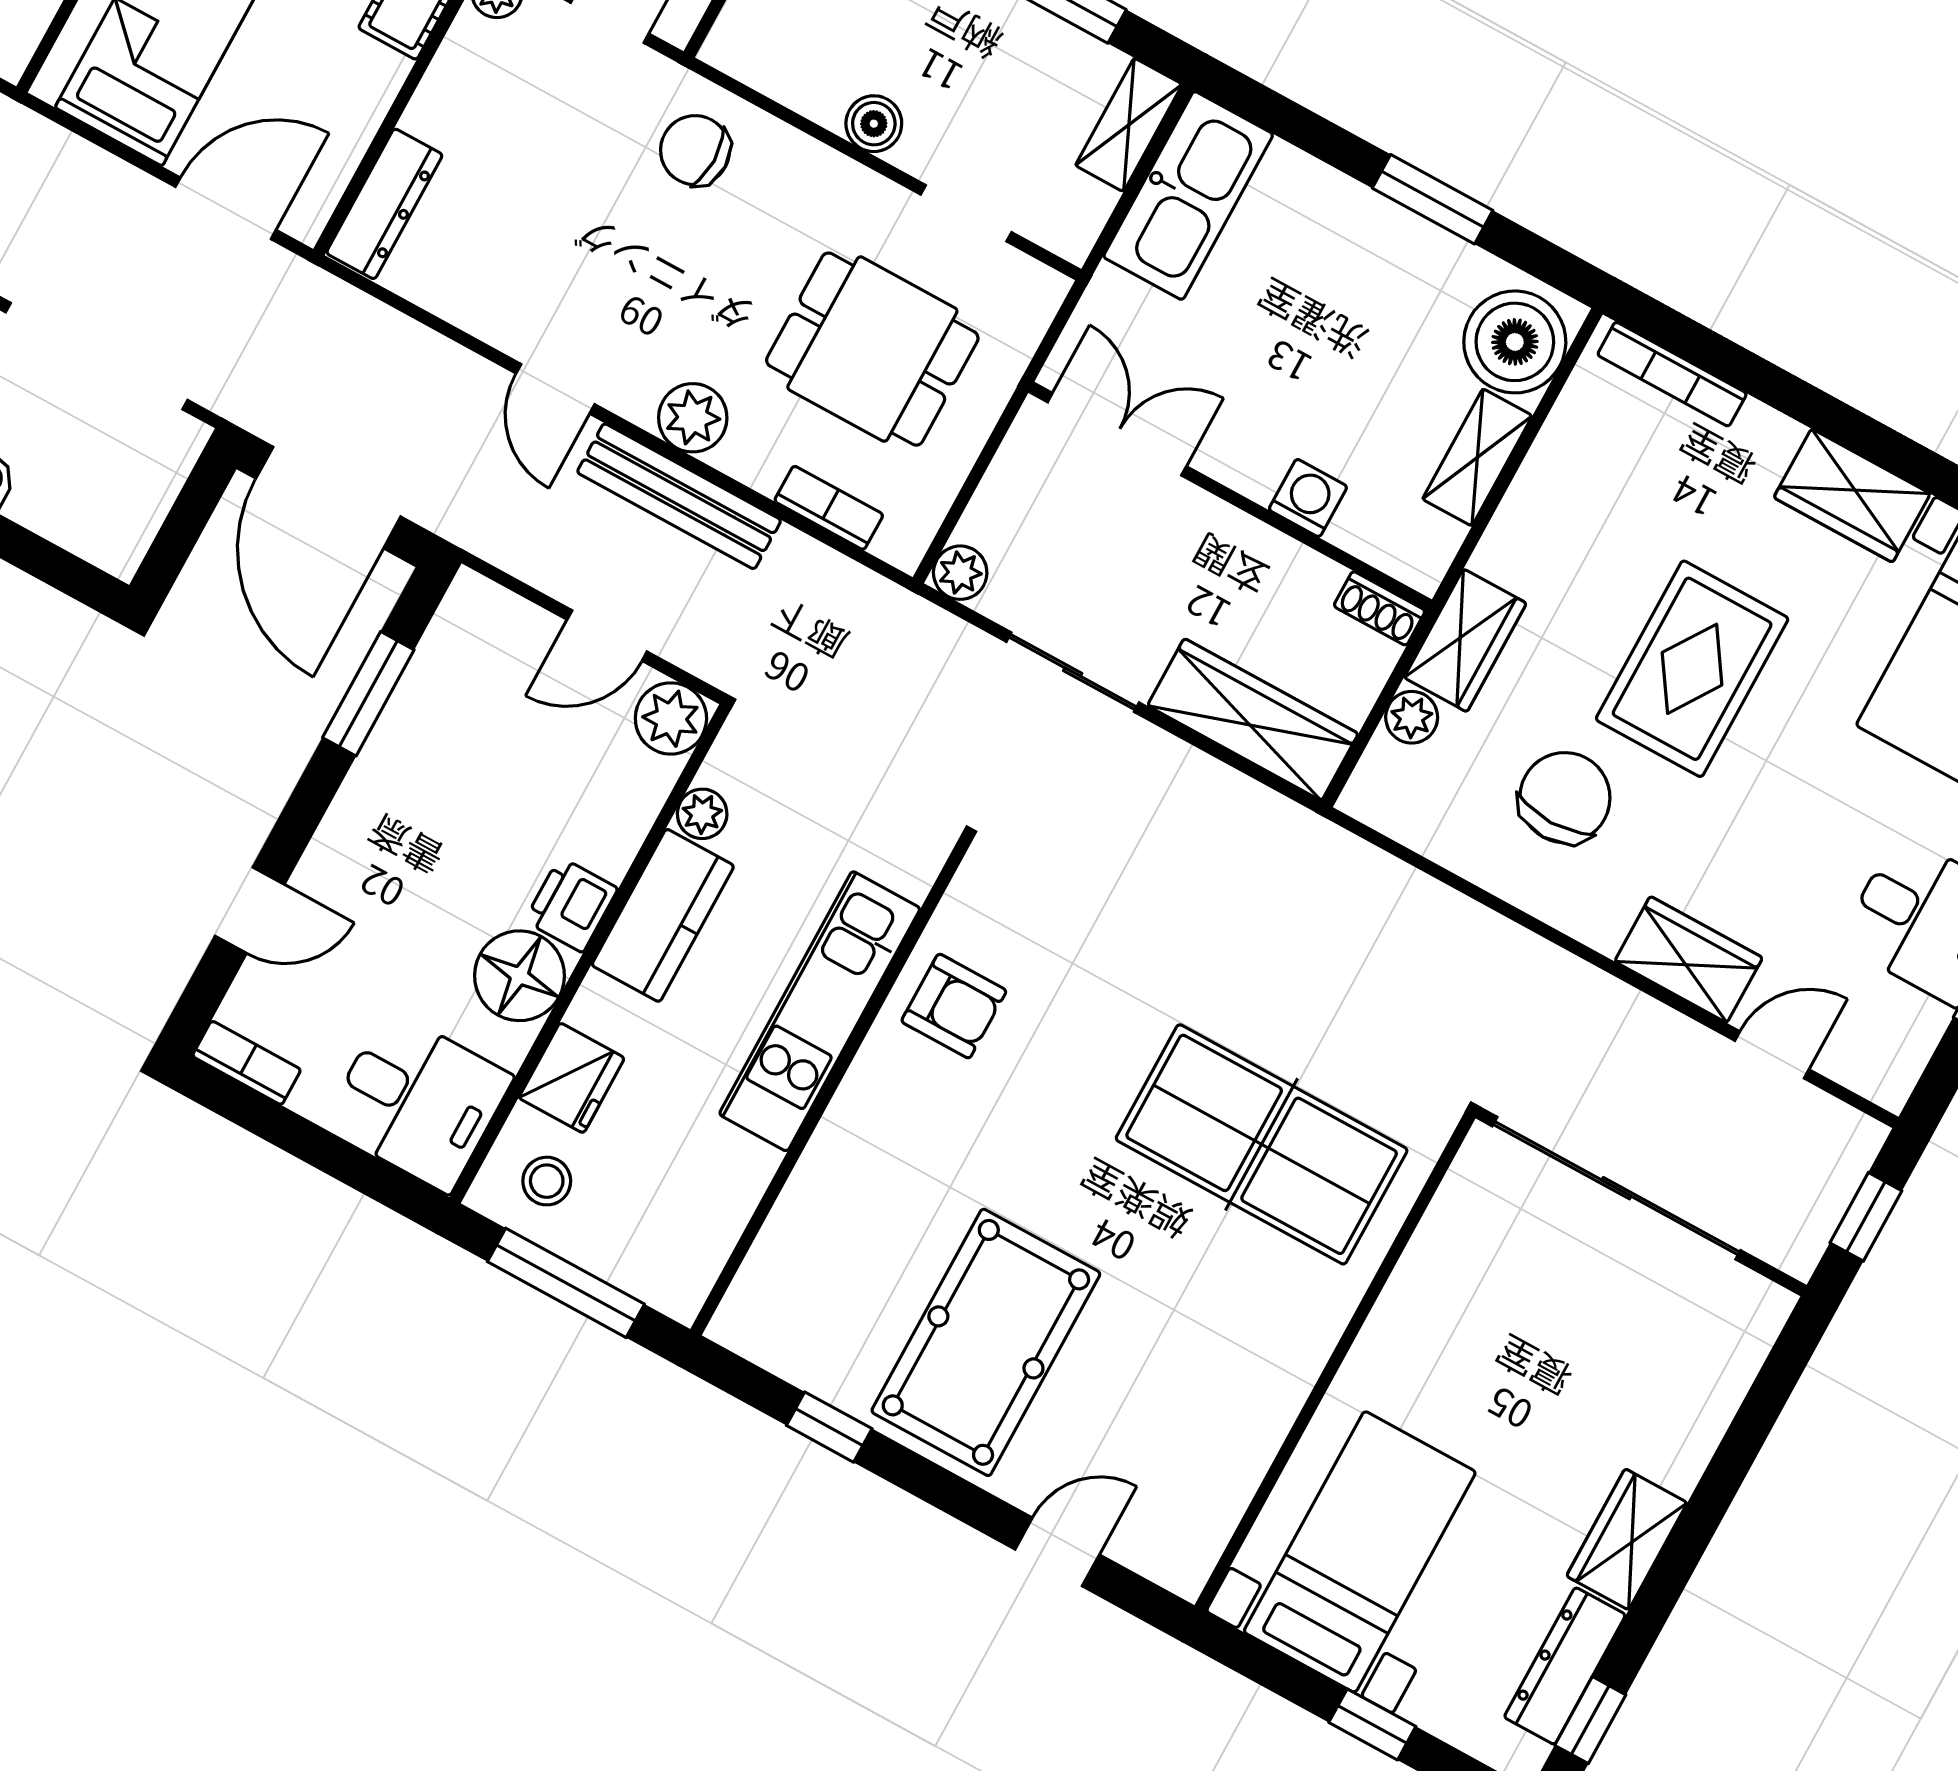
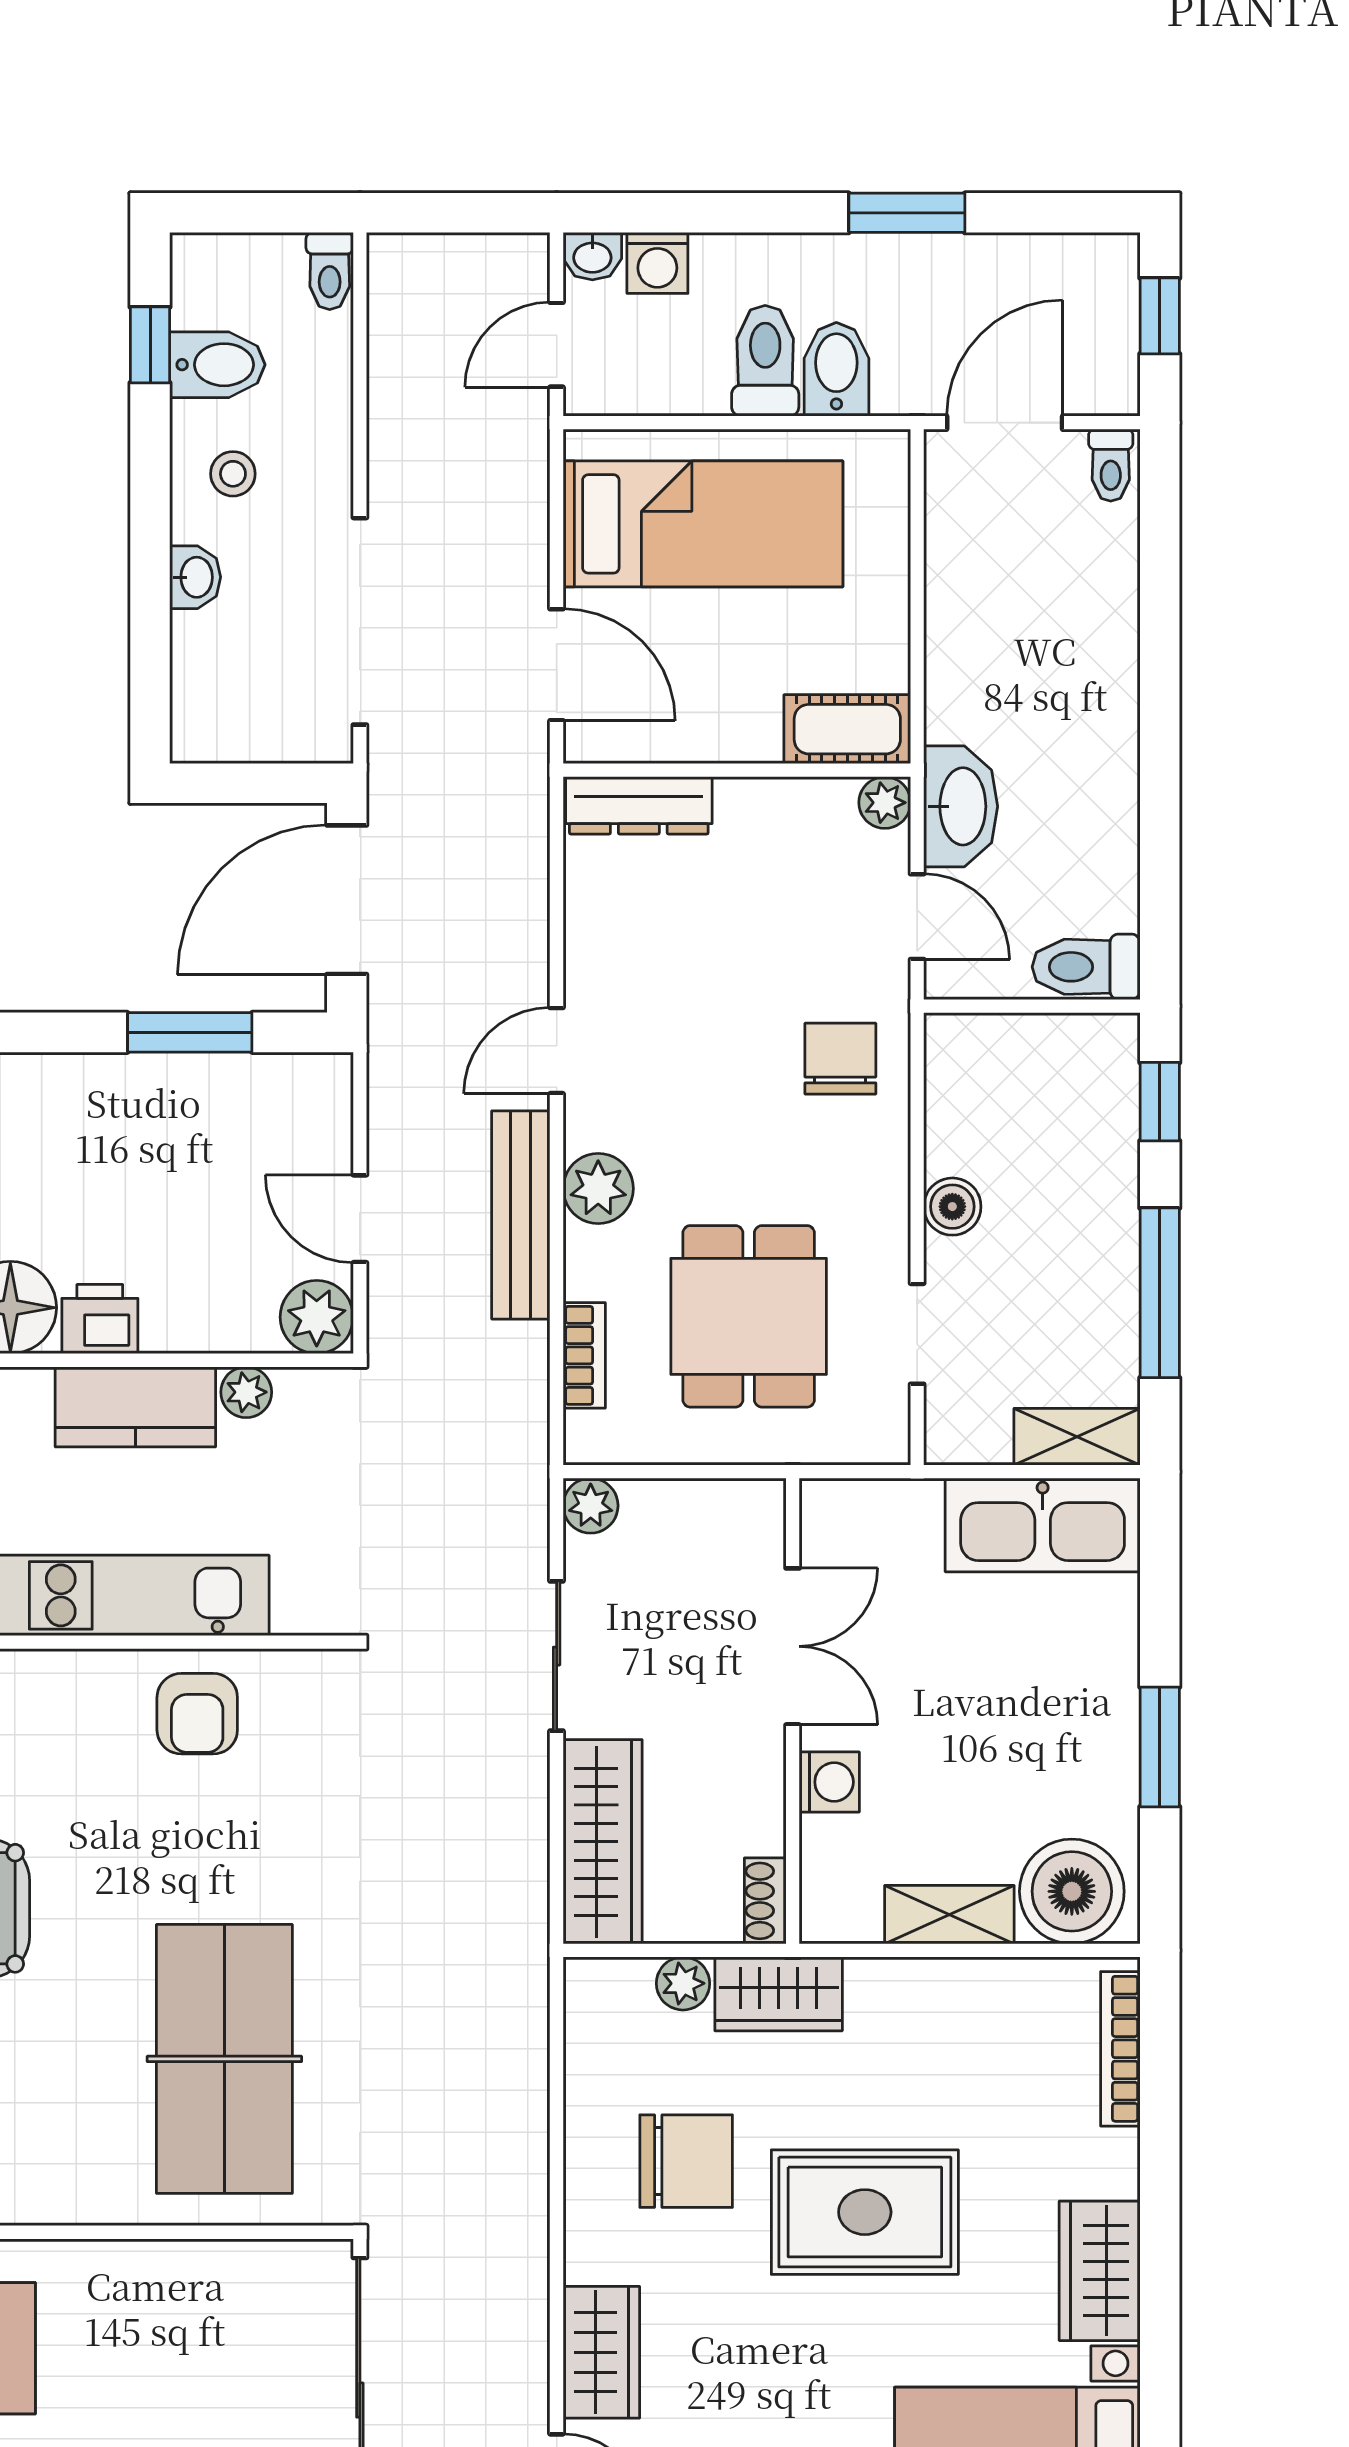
double door: (1117, 434) -> (793, 1646), moved

